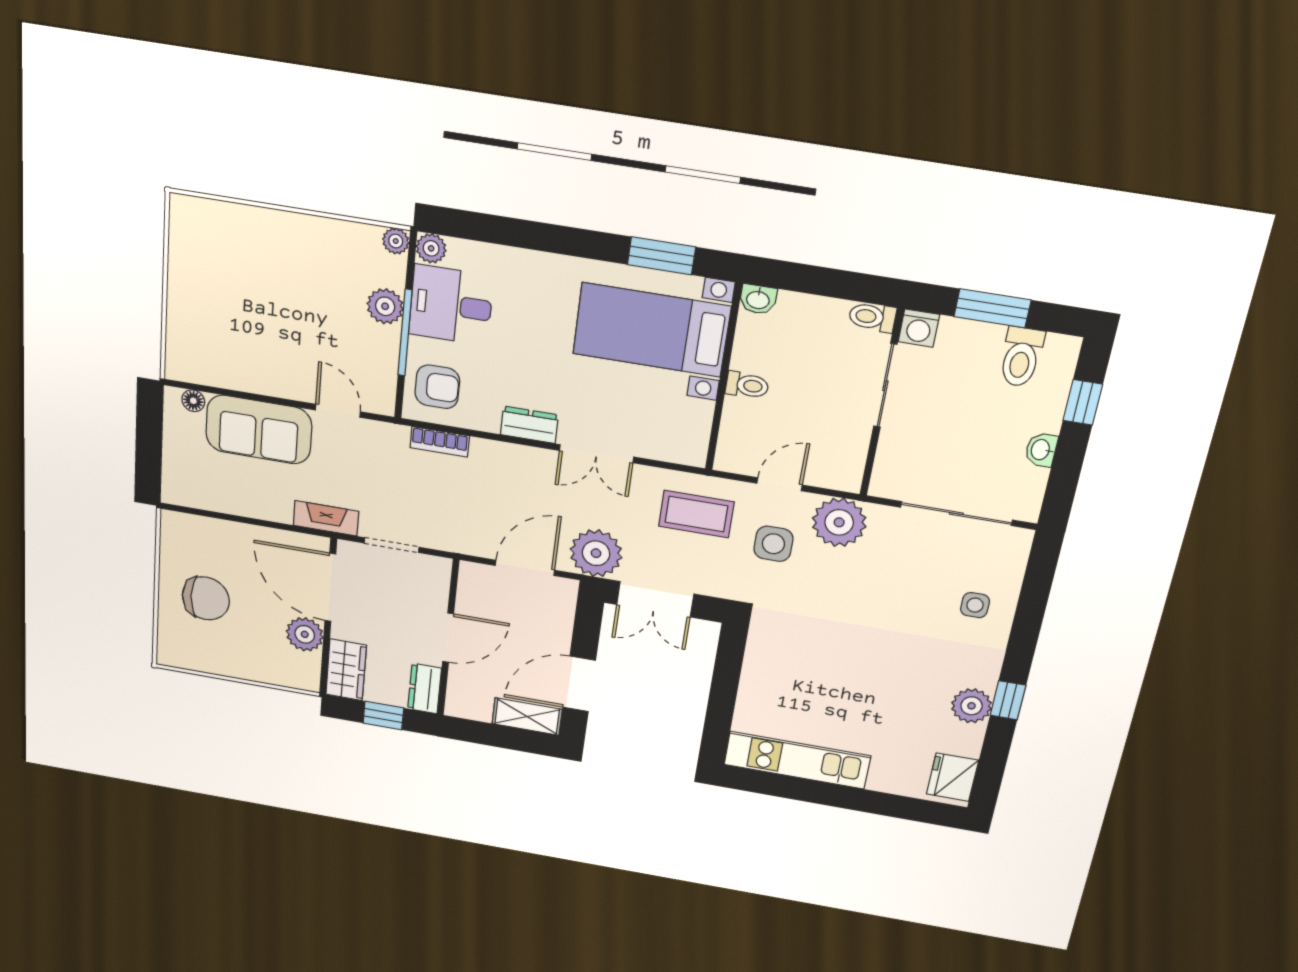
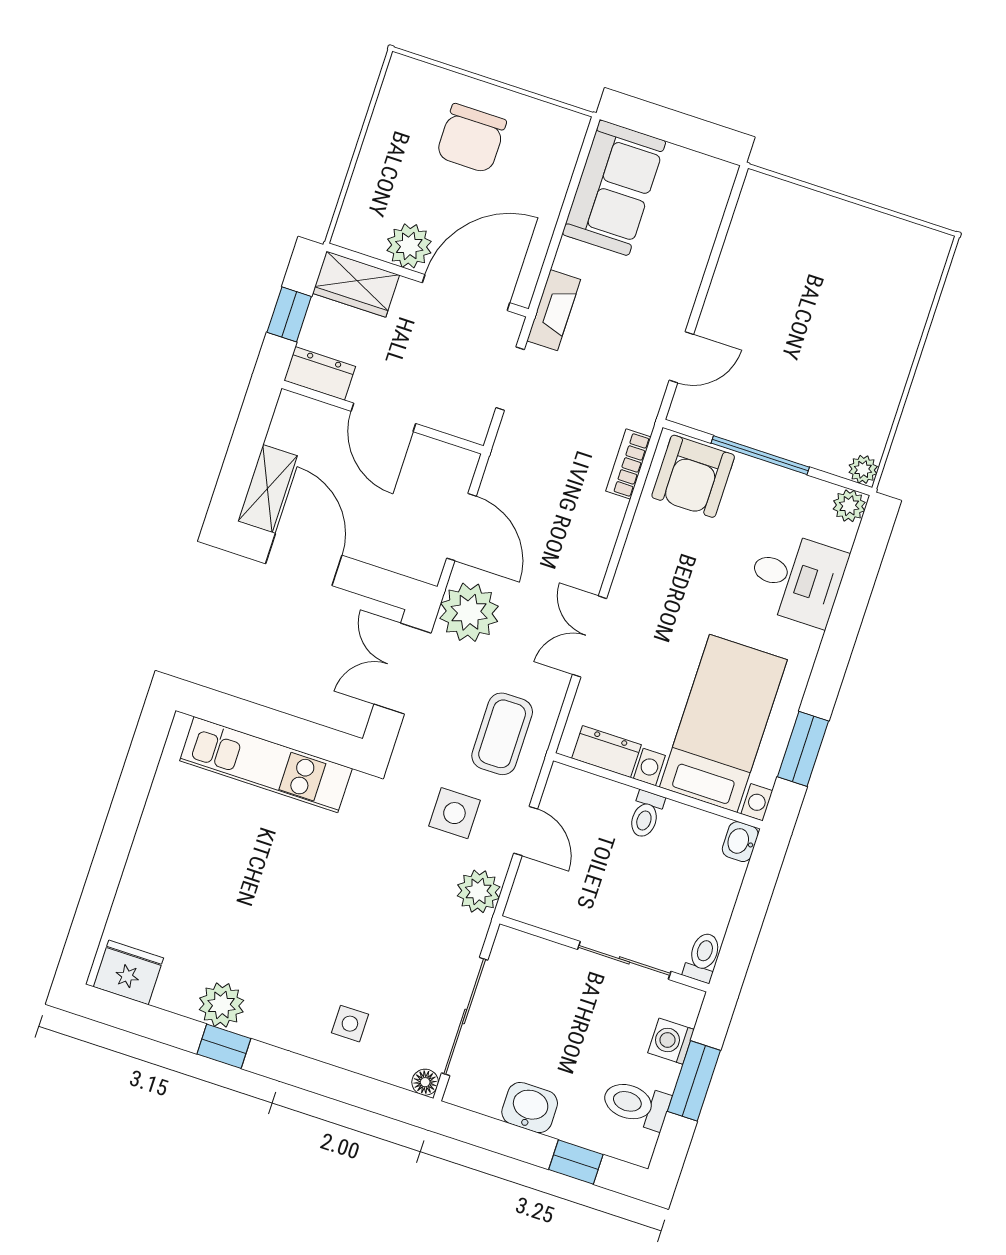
desk: (451, 305) -> (797, 579), moved, turned 90
plant: (385, 306) -> (793, 440), removed
washing machine: (919, 328) -> (671, 1041), moved
armchair: (437, 387) -> (693, 476), width x1.38, depth x1.38
floor lamp: (193, 401) -> (425, 1082), moved
dresser: (529, 425) -> (606, 752), moved, turned -90
sofa: (259, 430) -> (614, 188), moved, turned 180
washbasin: (1041, 450) -> (530, 1108), width x1.38, depth x1.45
plant: (839, 522) -> (479, 891), width x0.73, depth x0.73
kitchen unit: (797, 760) -> (266, 765), moved, turned 90

